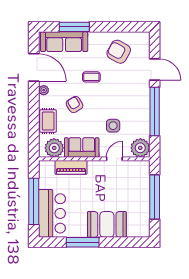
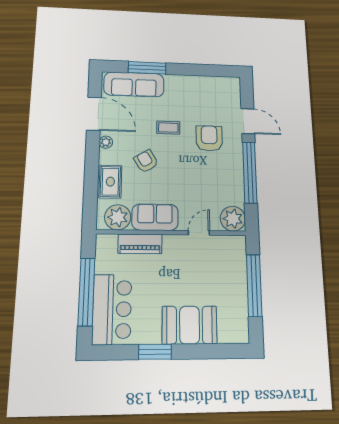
armchair: (119, 52) -> (209, 138), moved, turned 61
side table: (113, 126) -> (197, 189), removed
window: (83, 242) -> (155, 352), width x0.69

